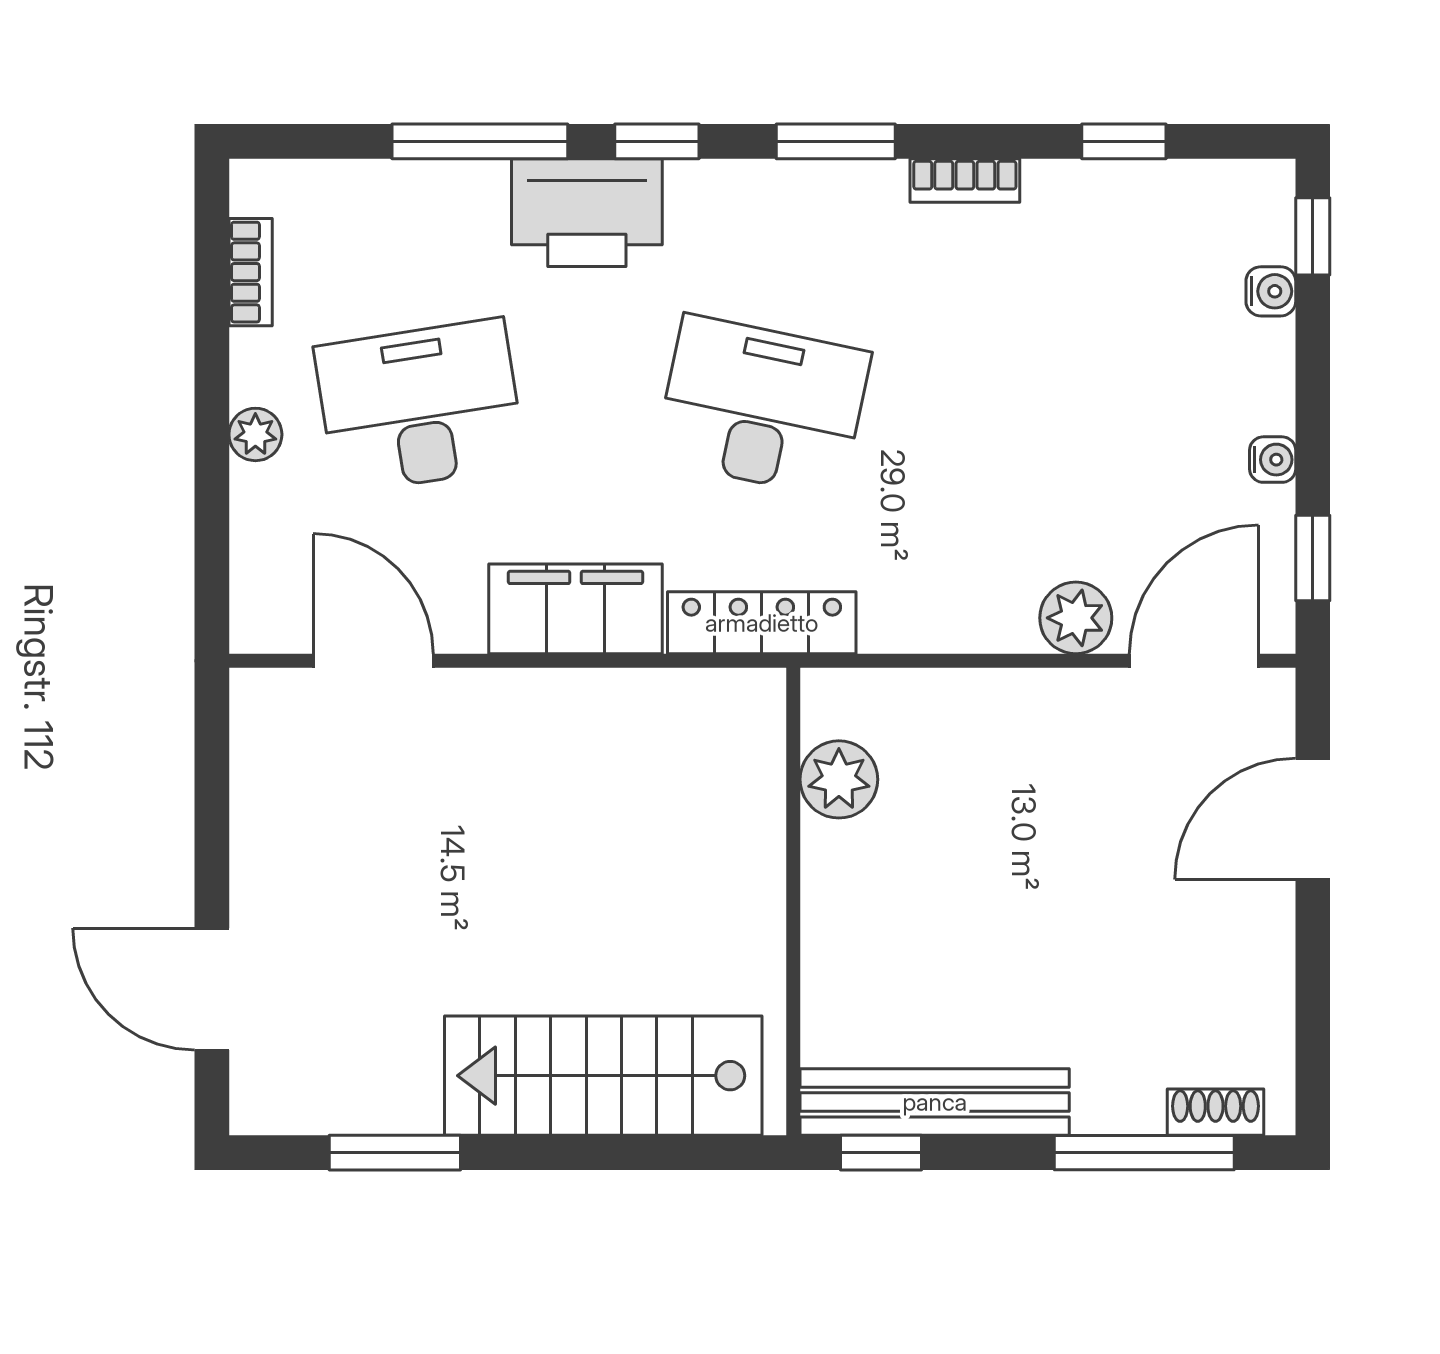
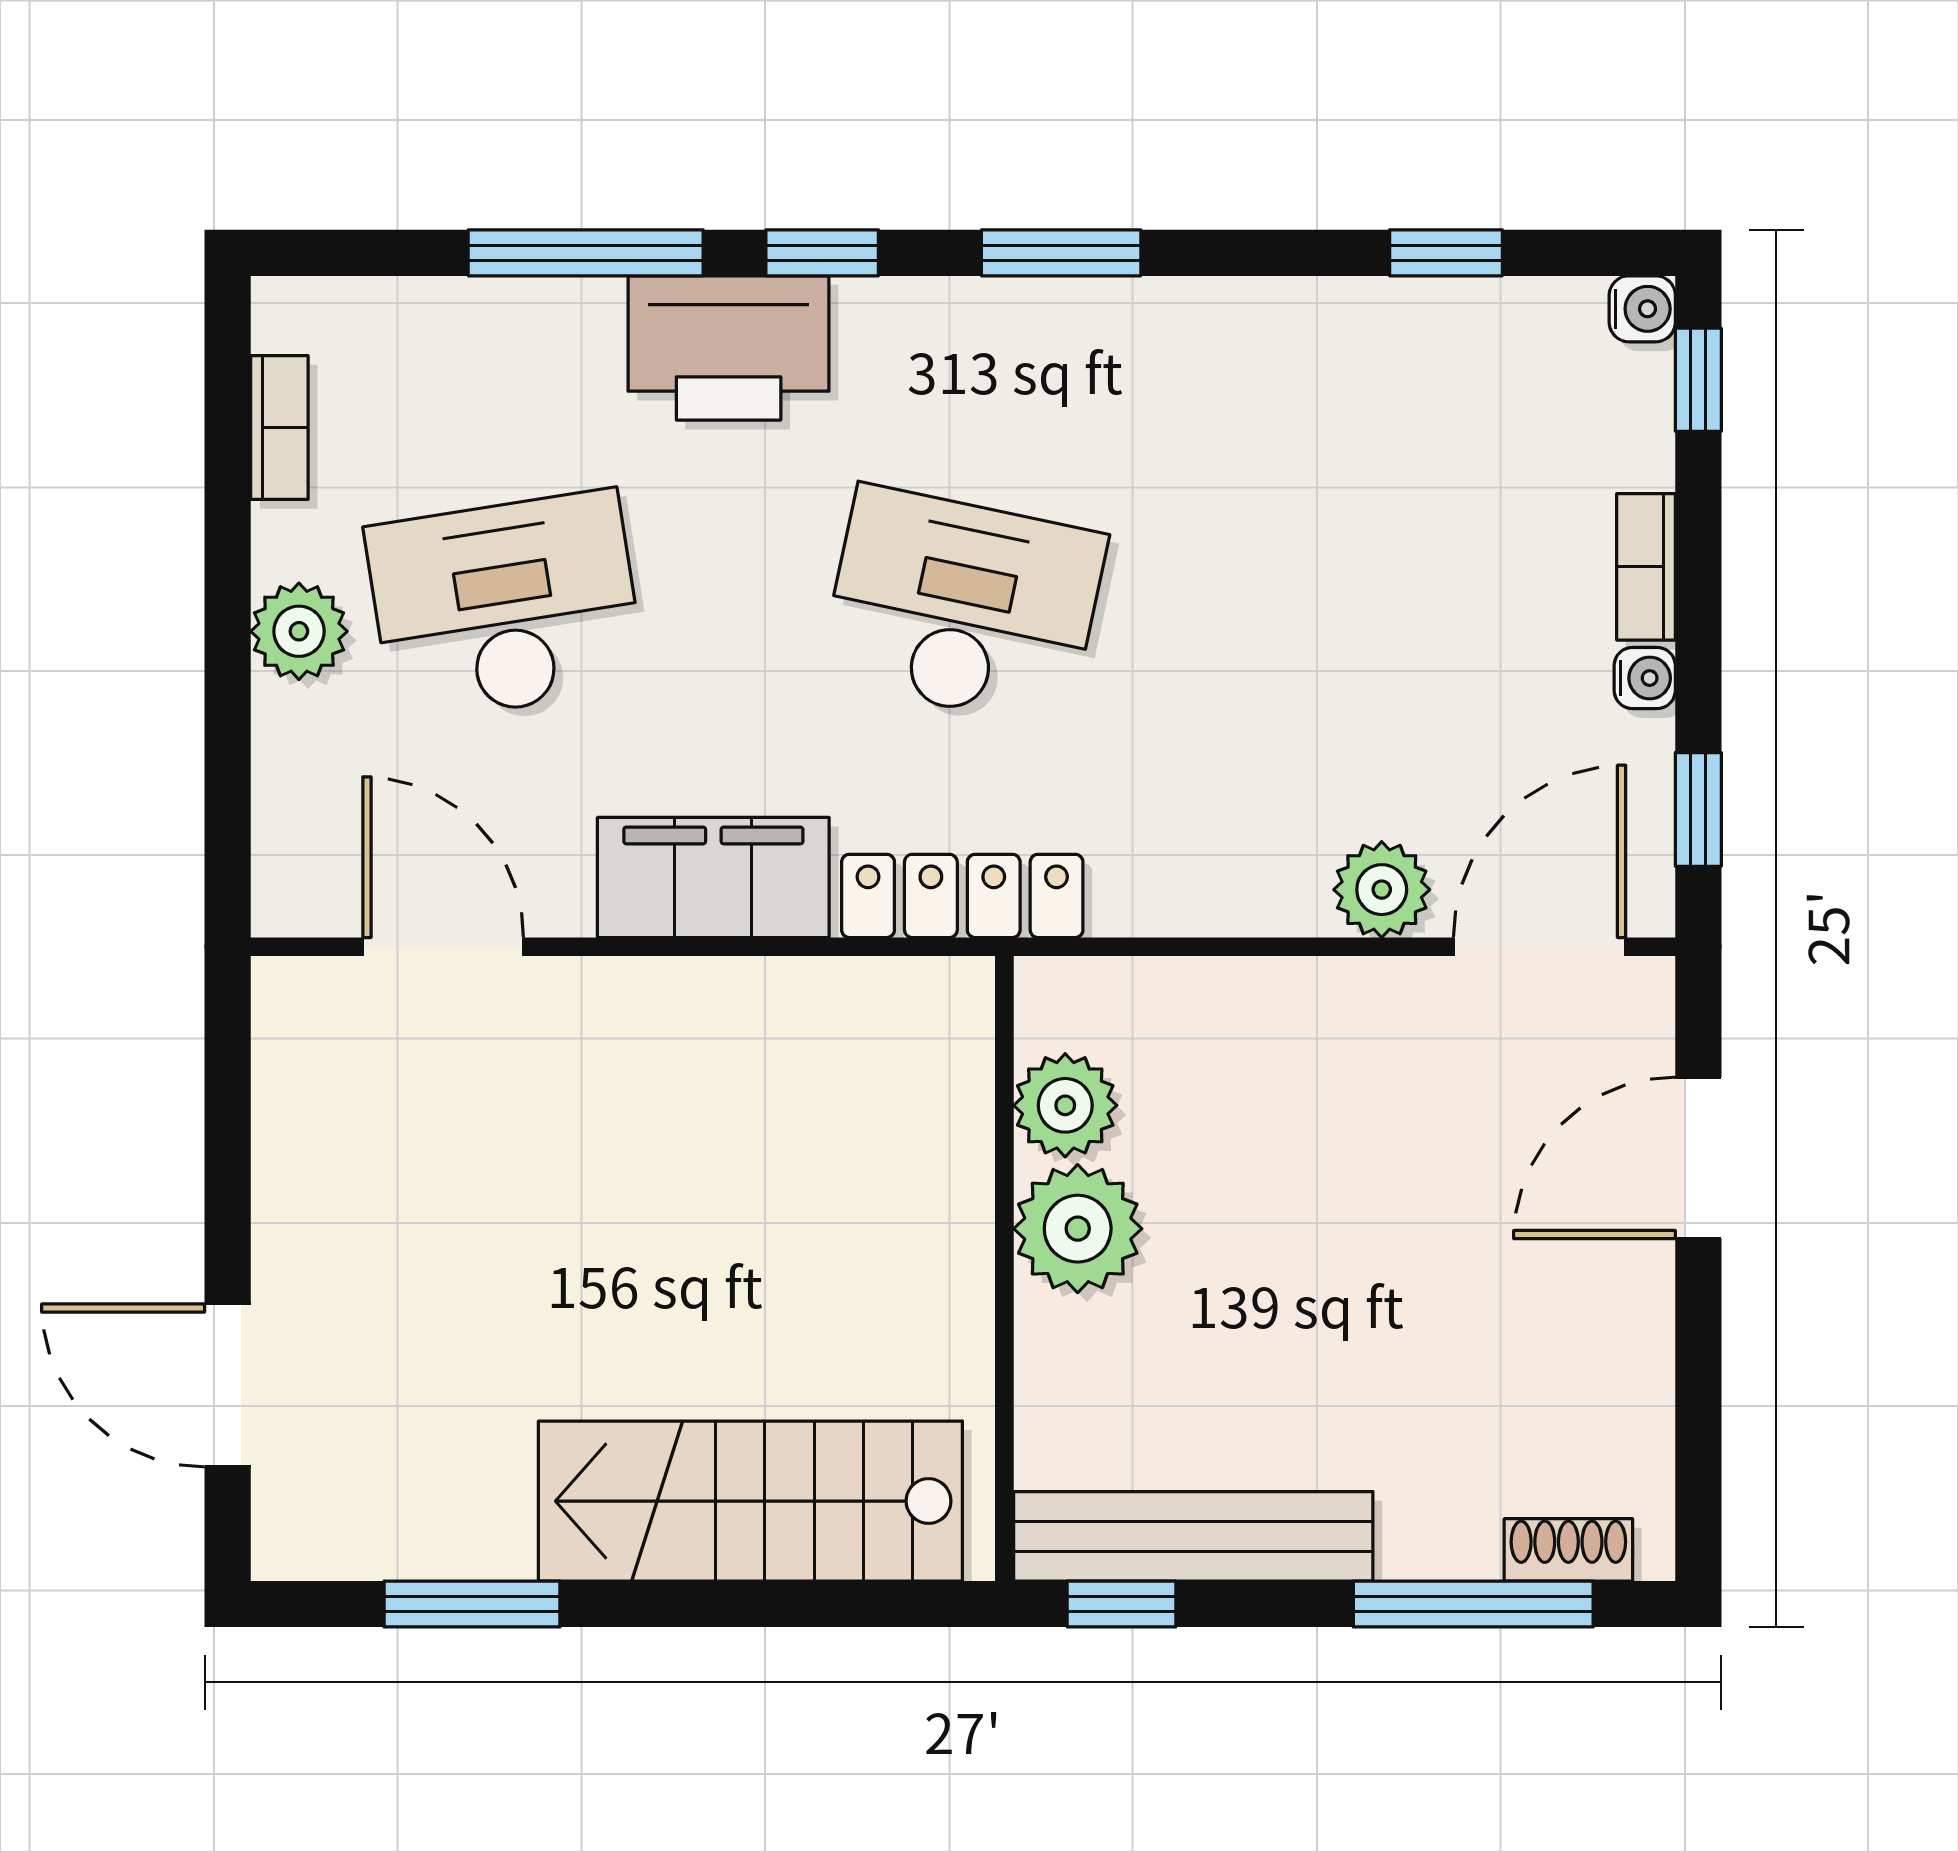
bookcase: (965, 180) -> (1646, 567), moved, turned 90
water cooler: (1271, 291) -> (1642, 309), moved
plant: (255, 434) -> (299, 631), width x1.38, depth x1.38
plant: (848, 872) -> (1078, 1229), added

